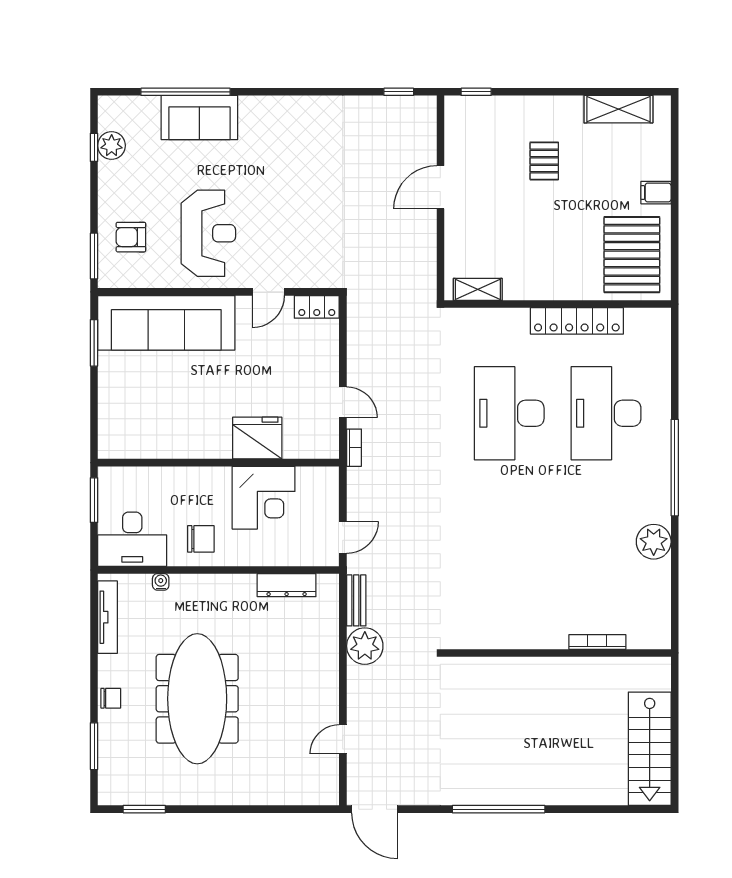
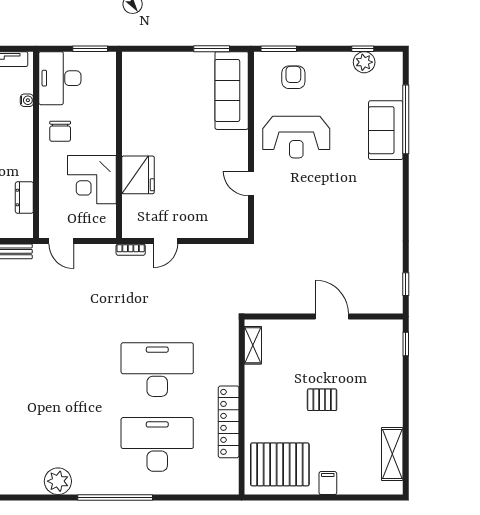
pallet: (544, 161) -> (322, 400), moved
locker: (317, 307) -> (239, 221), removed
sofa: (166, 323) -> (232, 91), width x0.74, depth x0.79
dresser: (287, 585) -> (24, 198), width x0.70

